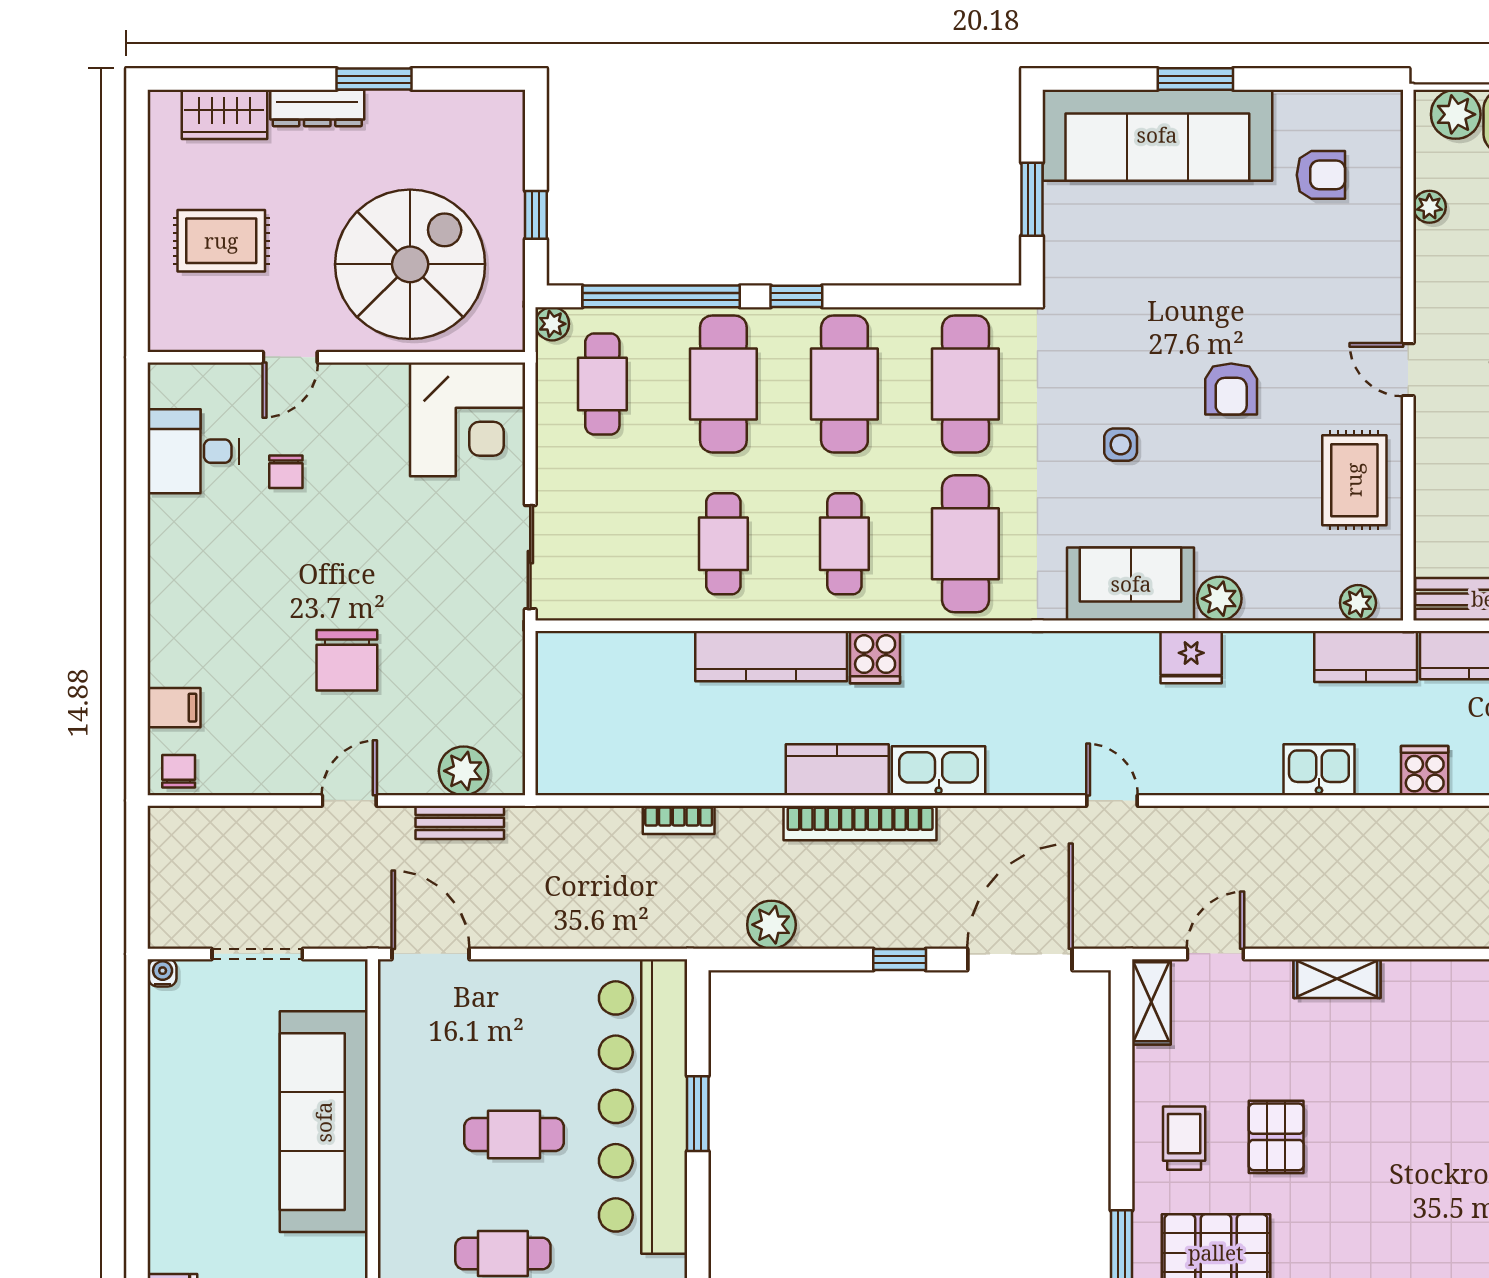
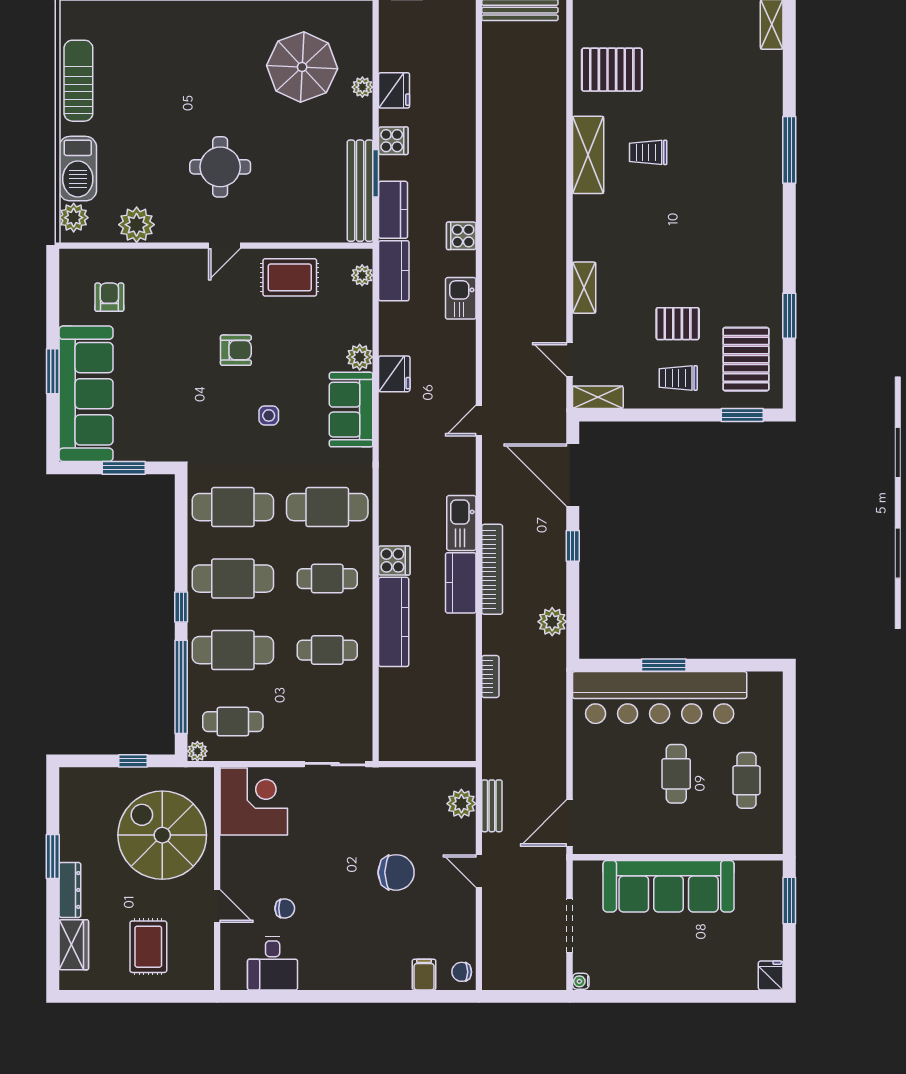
plant: (1429, 207) -> (137, 225), width x1.88, depth x1.88

